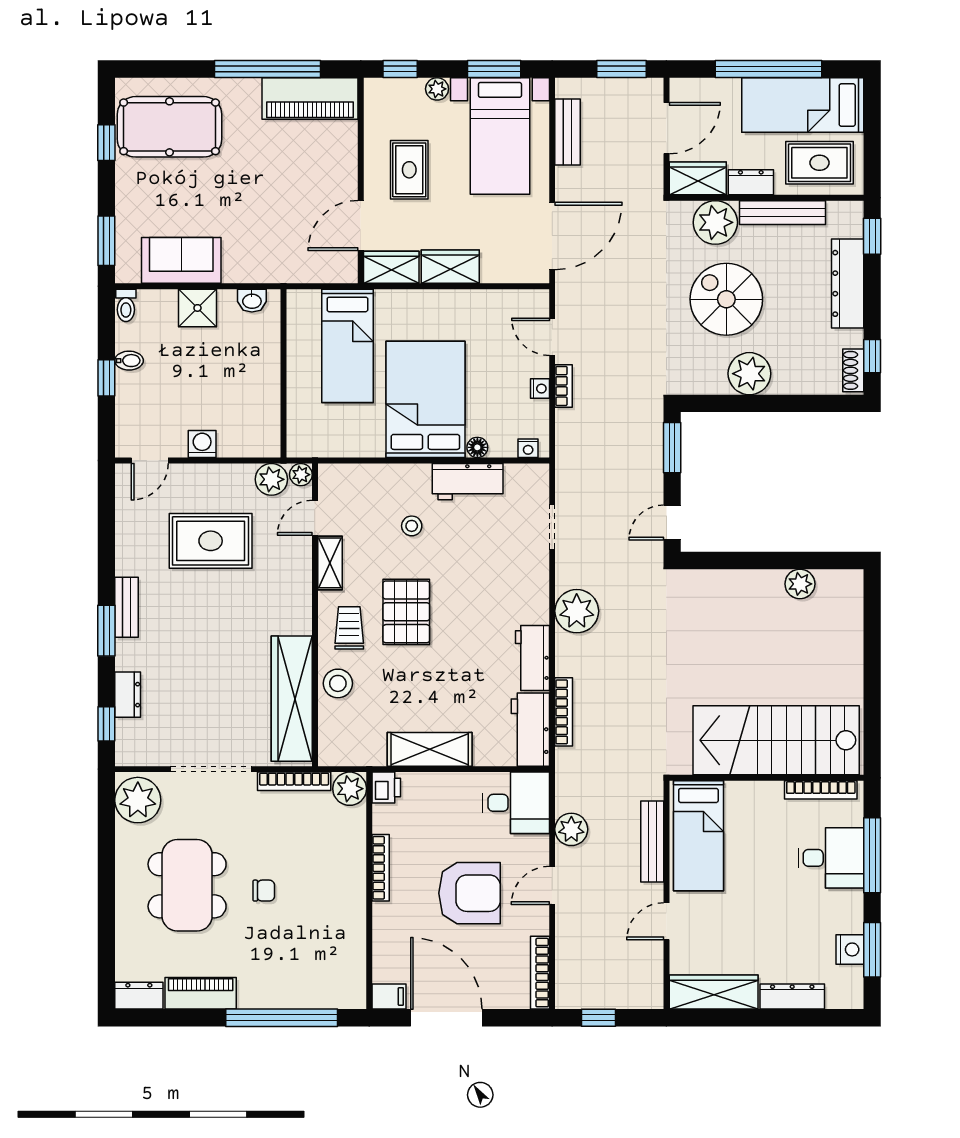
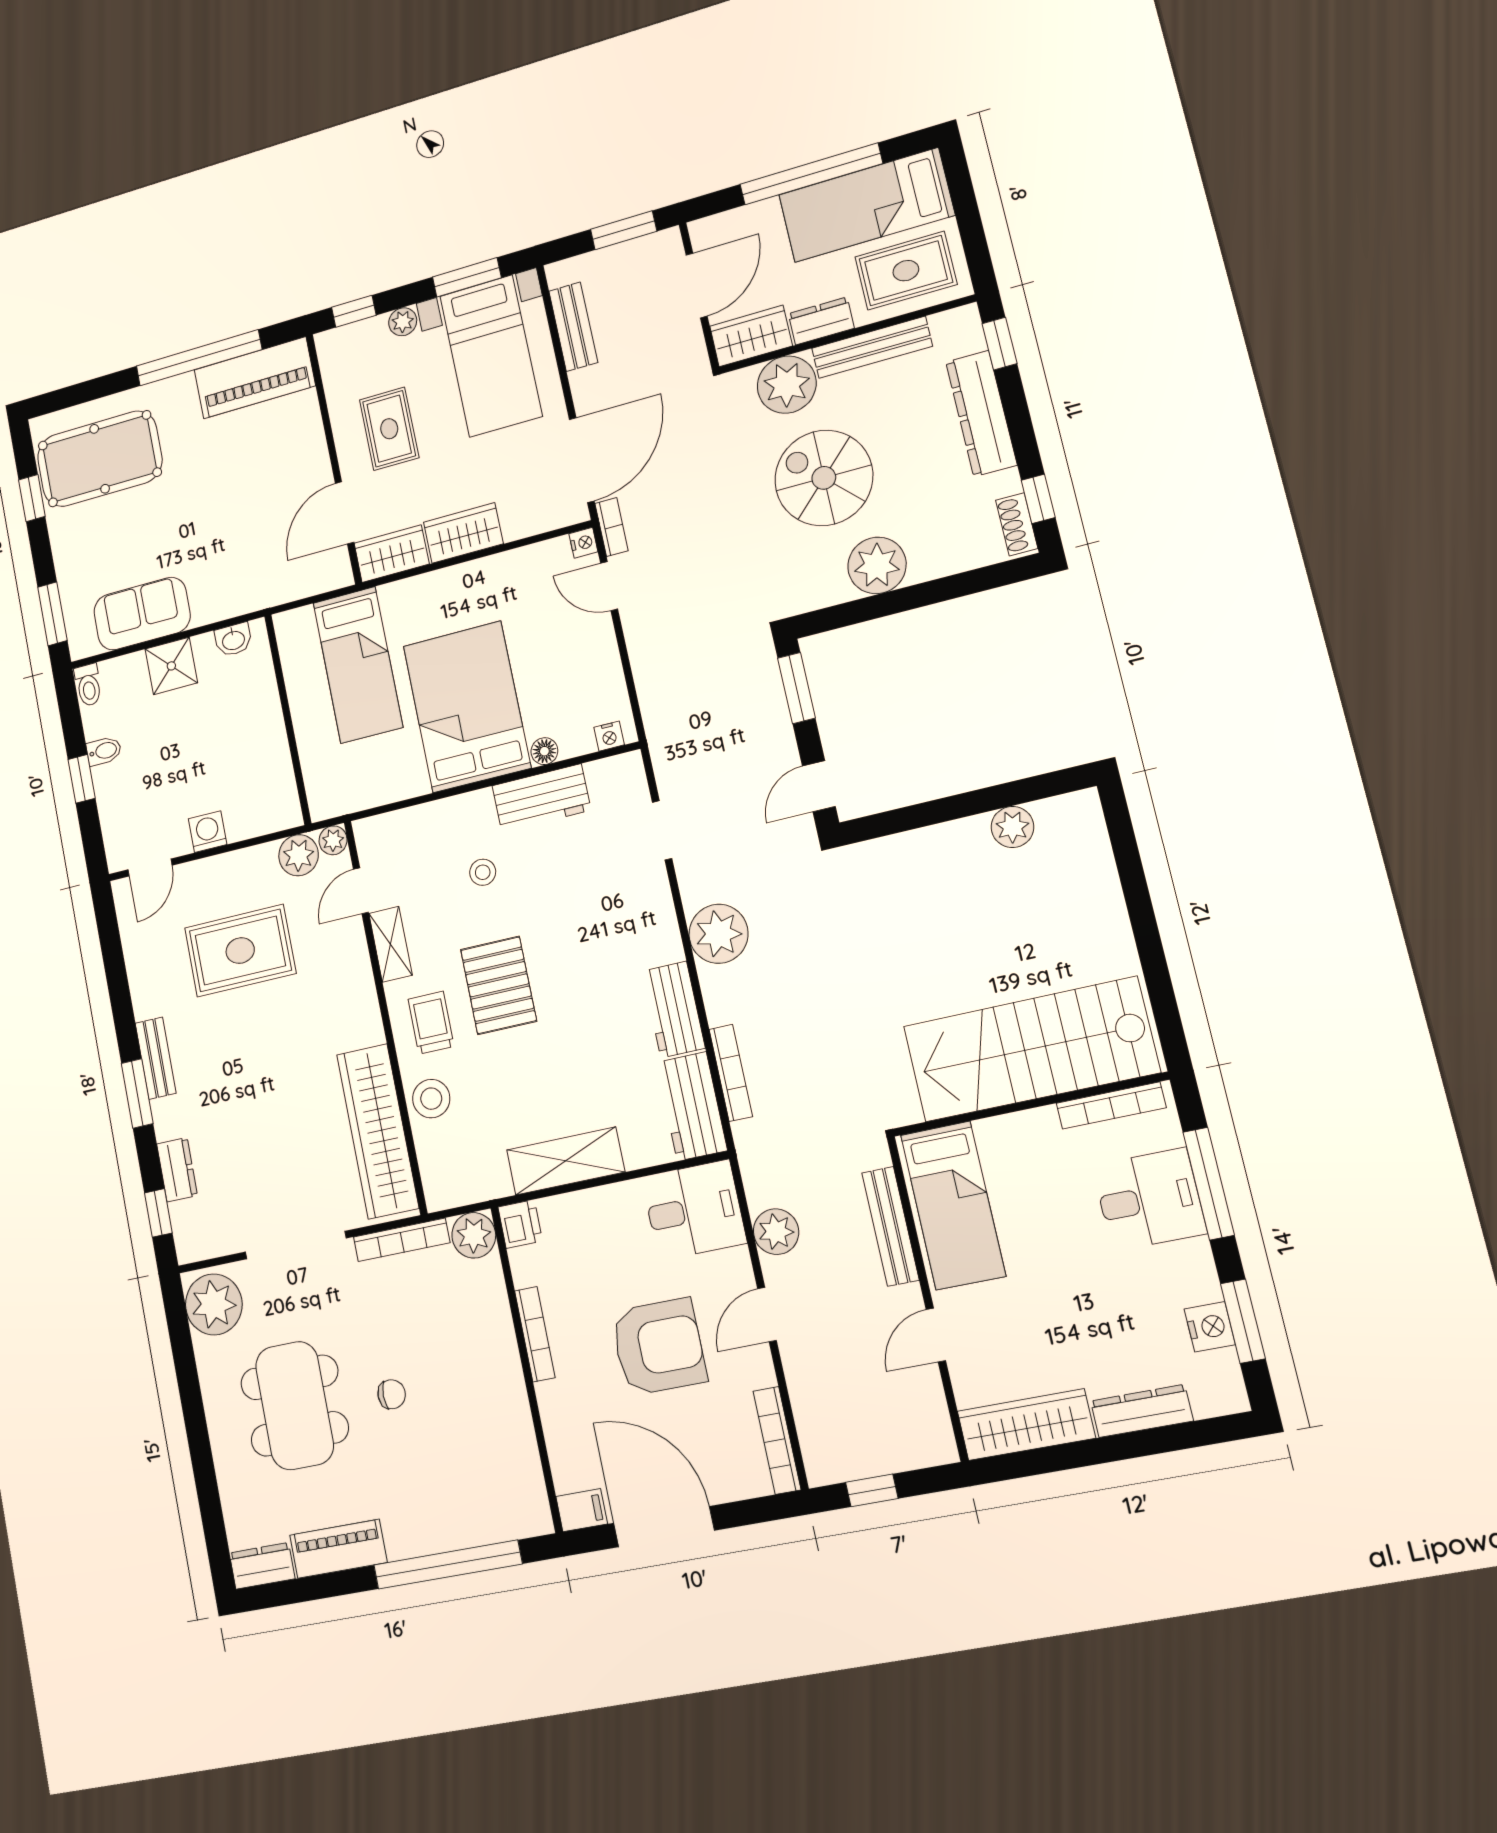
bookcase: (564, 386) -> (612, 527), moved
nightstand: (540, 389) -> (583, 543), moved

